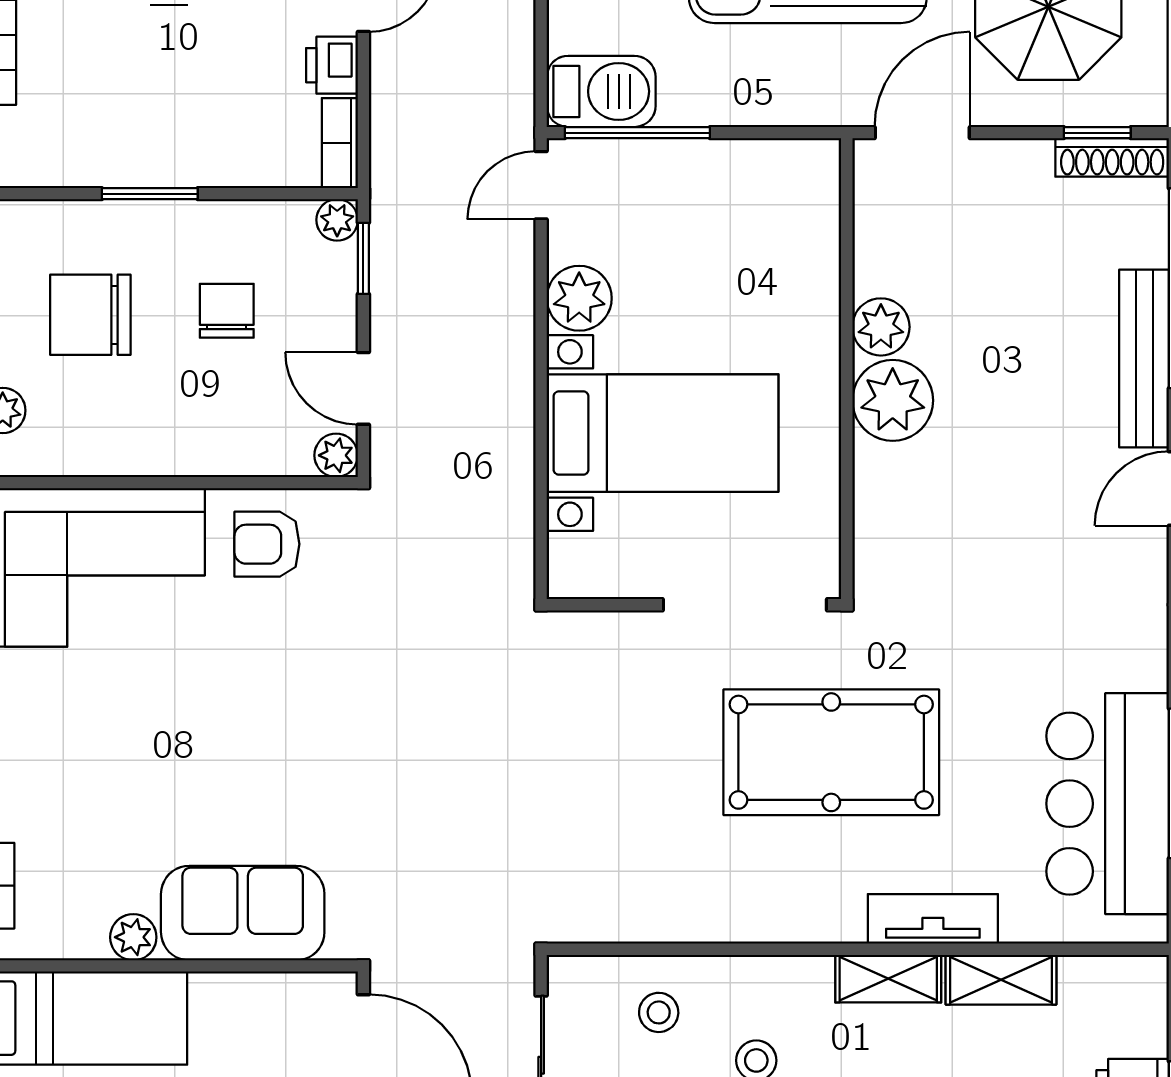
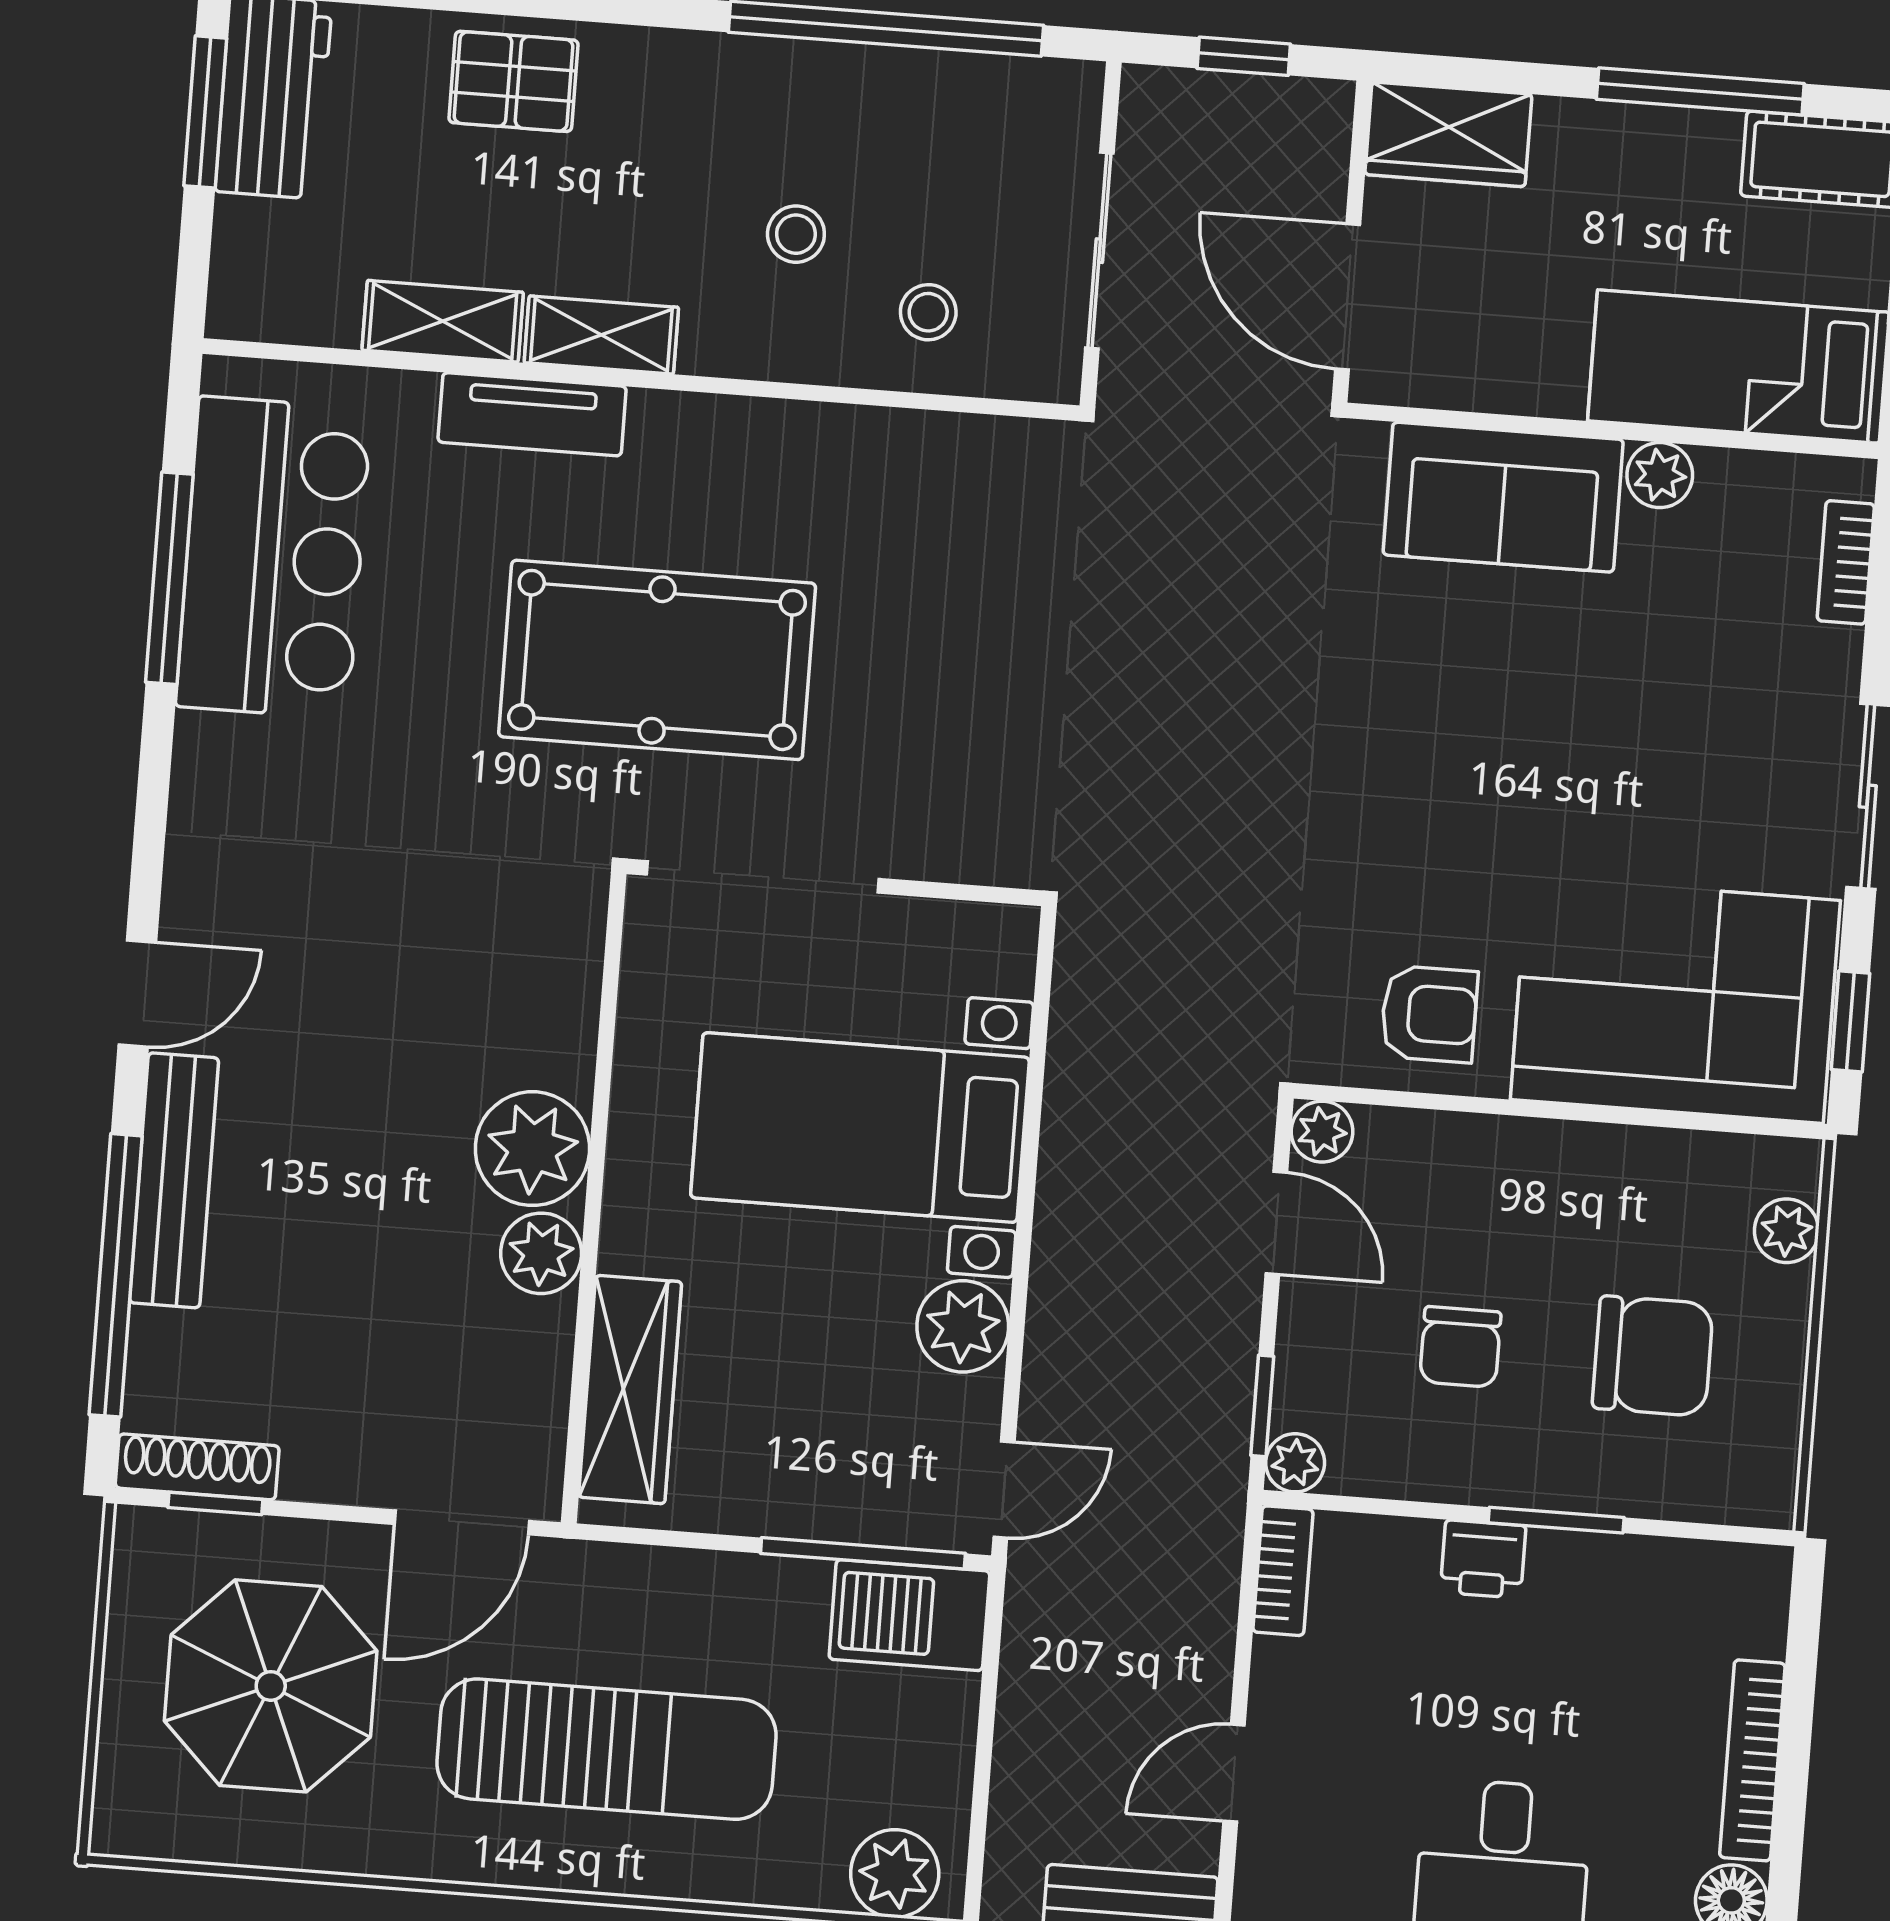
printer: (332, 65) -> (1483, 1559), moved, turned 90
wardrobe: (811, 236) -> (630, 1390), added

